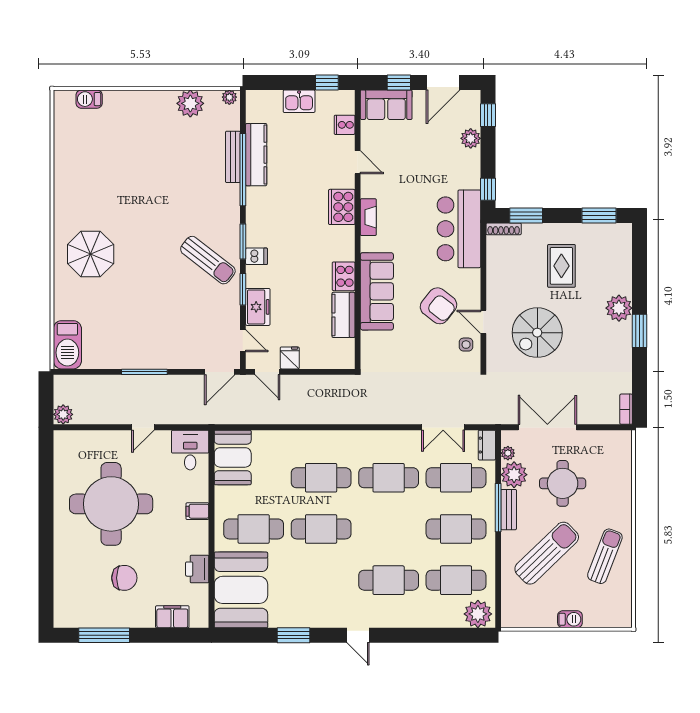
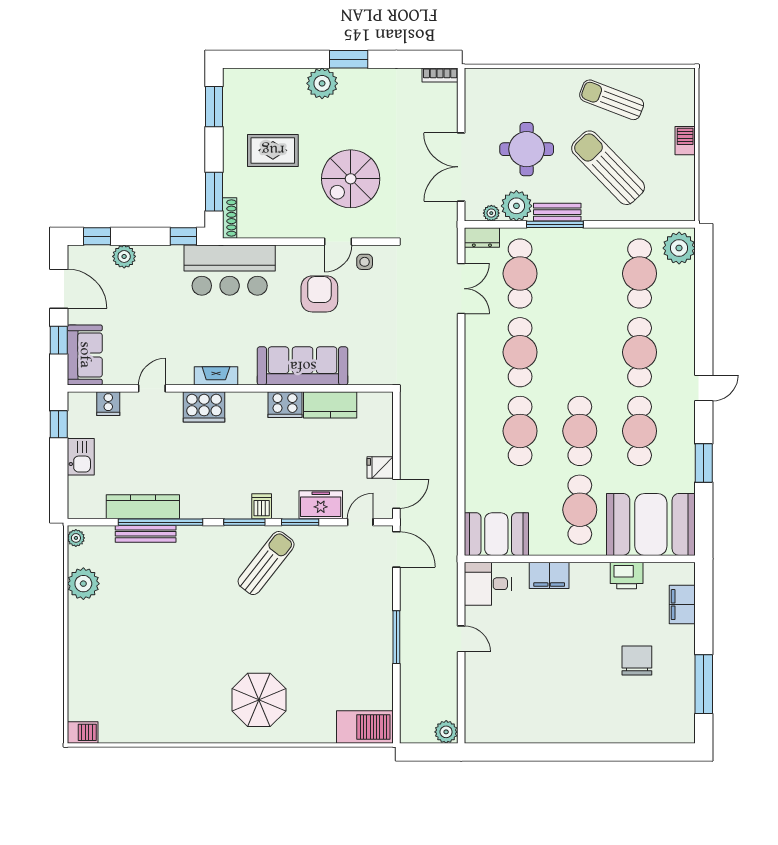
barbecue: (89, 99) -> (83, 732), moved, turned -90
armchair: (439, 306) -> (319, 294), turned -38
spiral stairs: (537, 333) -> (351, 179), turned 90
round table: (111, 504) -> (551, 676), removed
filing cabinet: (197, 511) -> (549, 575), width x2.00
cafe table: (456, 529) -> (640, 431), moved

